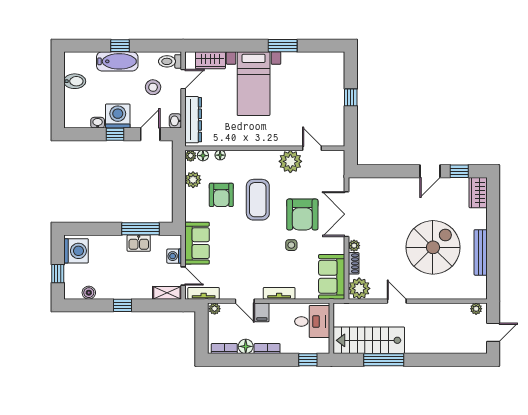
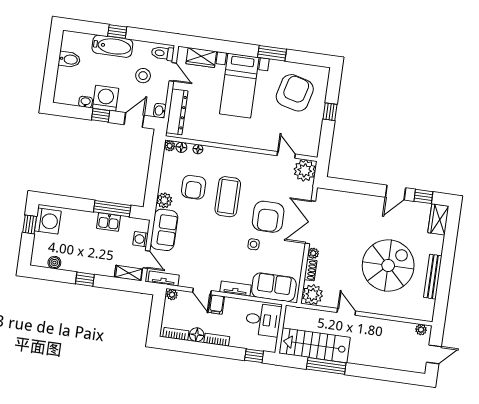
door: (183, 79) -> (173, 72), hinge flipped
armchair: (312, 83) -> (295, 93), added
plant: (290, 161) -> (305, 170), moved
plant: (193, 180) -> (164, 200), moved
window: (58, 274) -> (30, 224), moved
sofa: (332, 277) -> (274, 287), moved, turned 90

